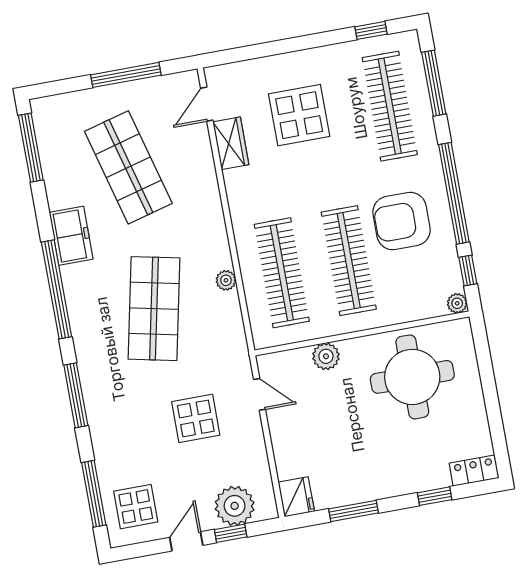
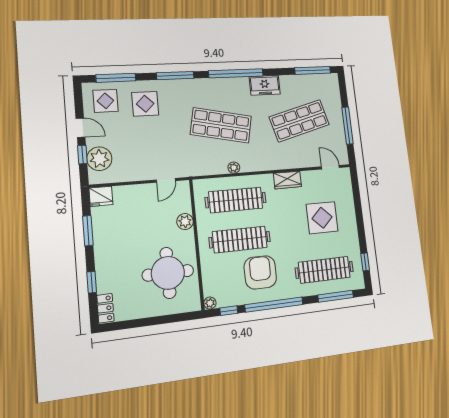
wardrobe: (231, 143) -> (288, 180), moved
display table: (196, 418) -> (145, 104), moved

